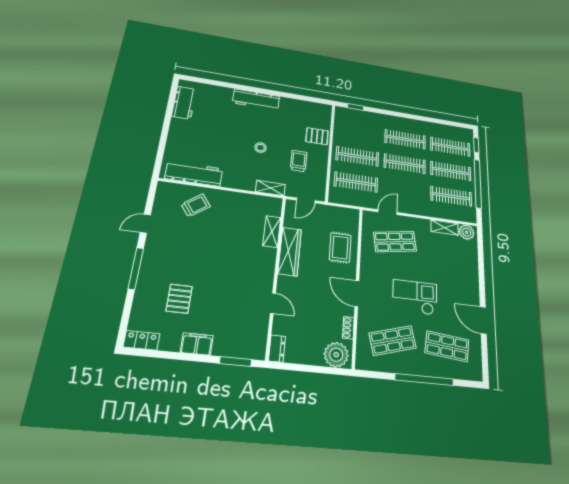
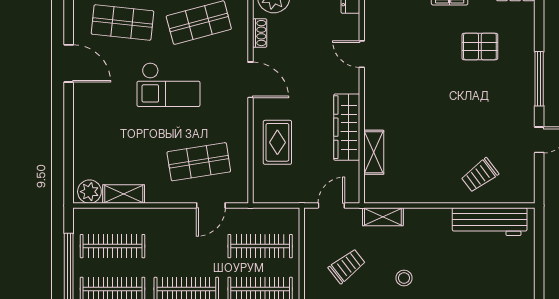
trolley: (299, 161) -> (347, 266), turned -128
pallet: (179, 299) -> (480, 46), turned 90

